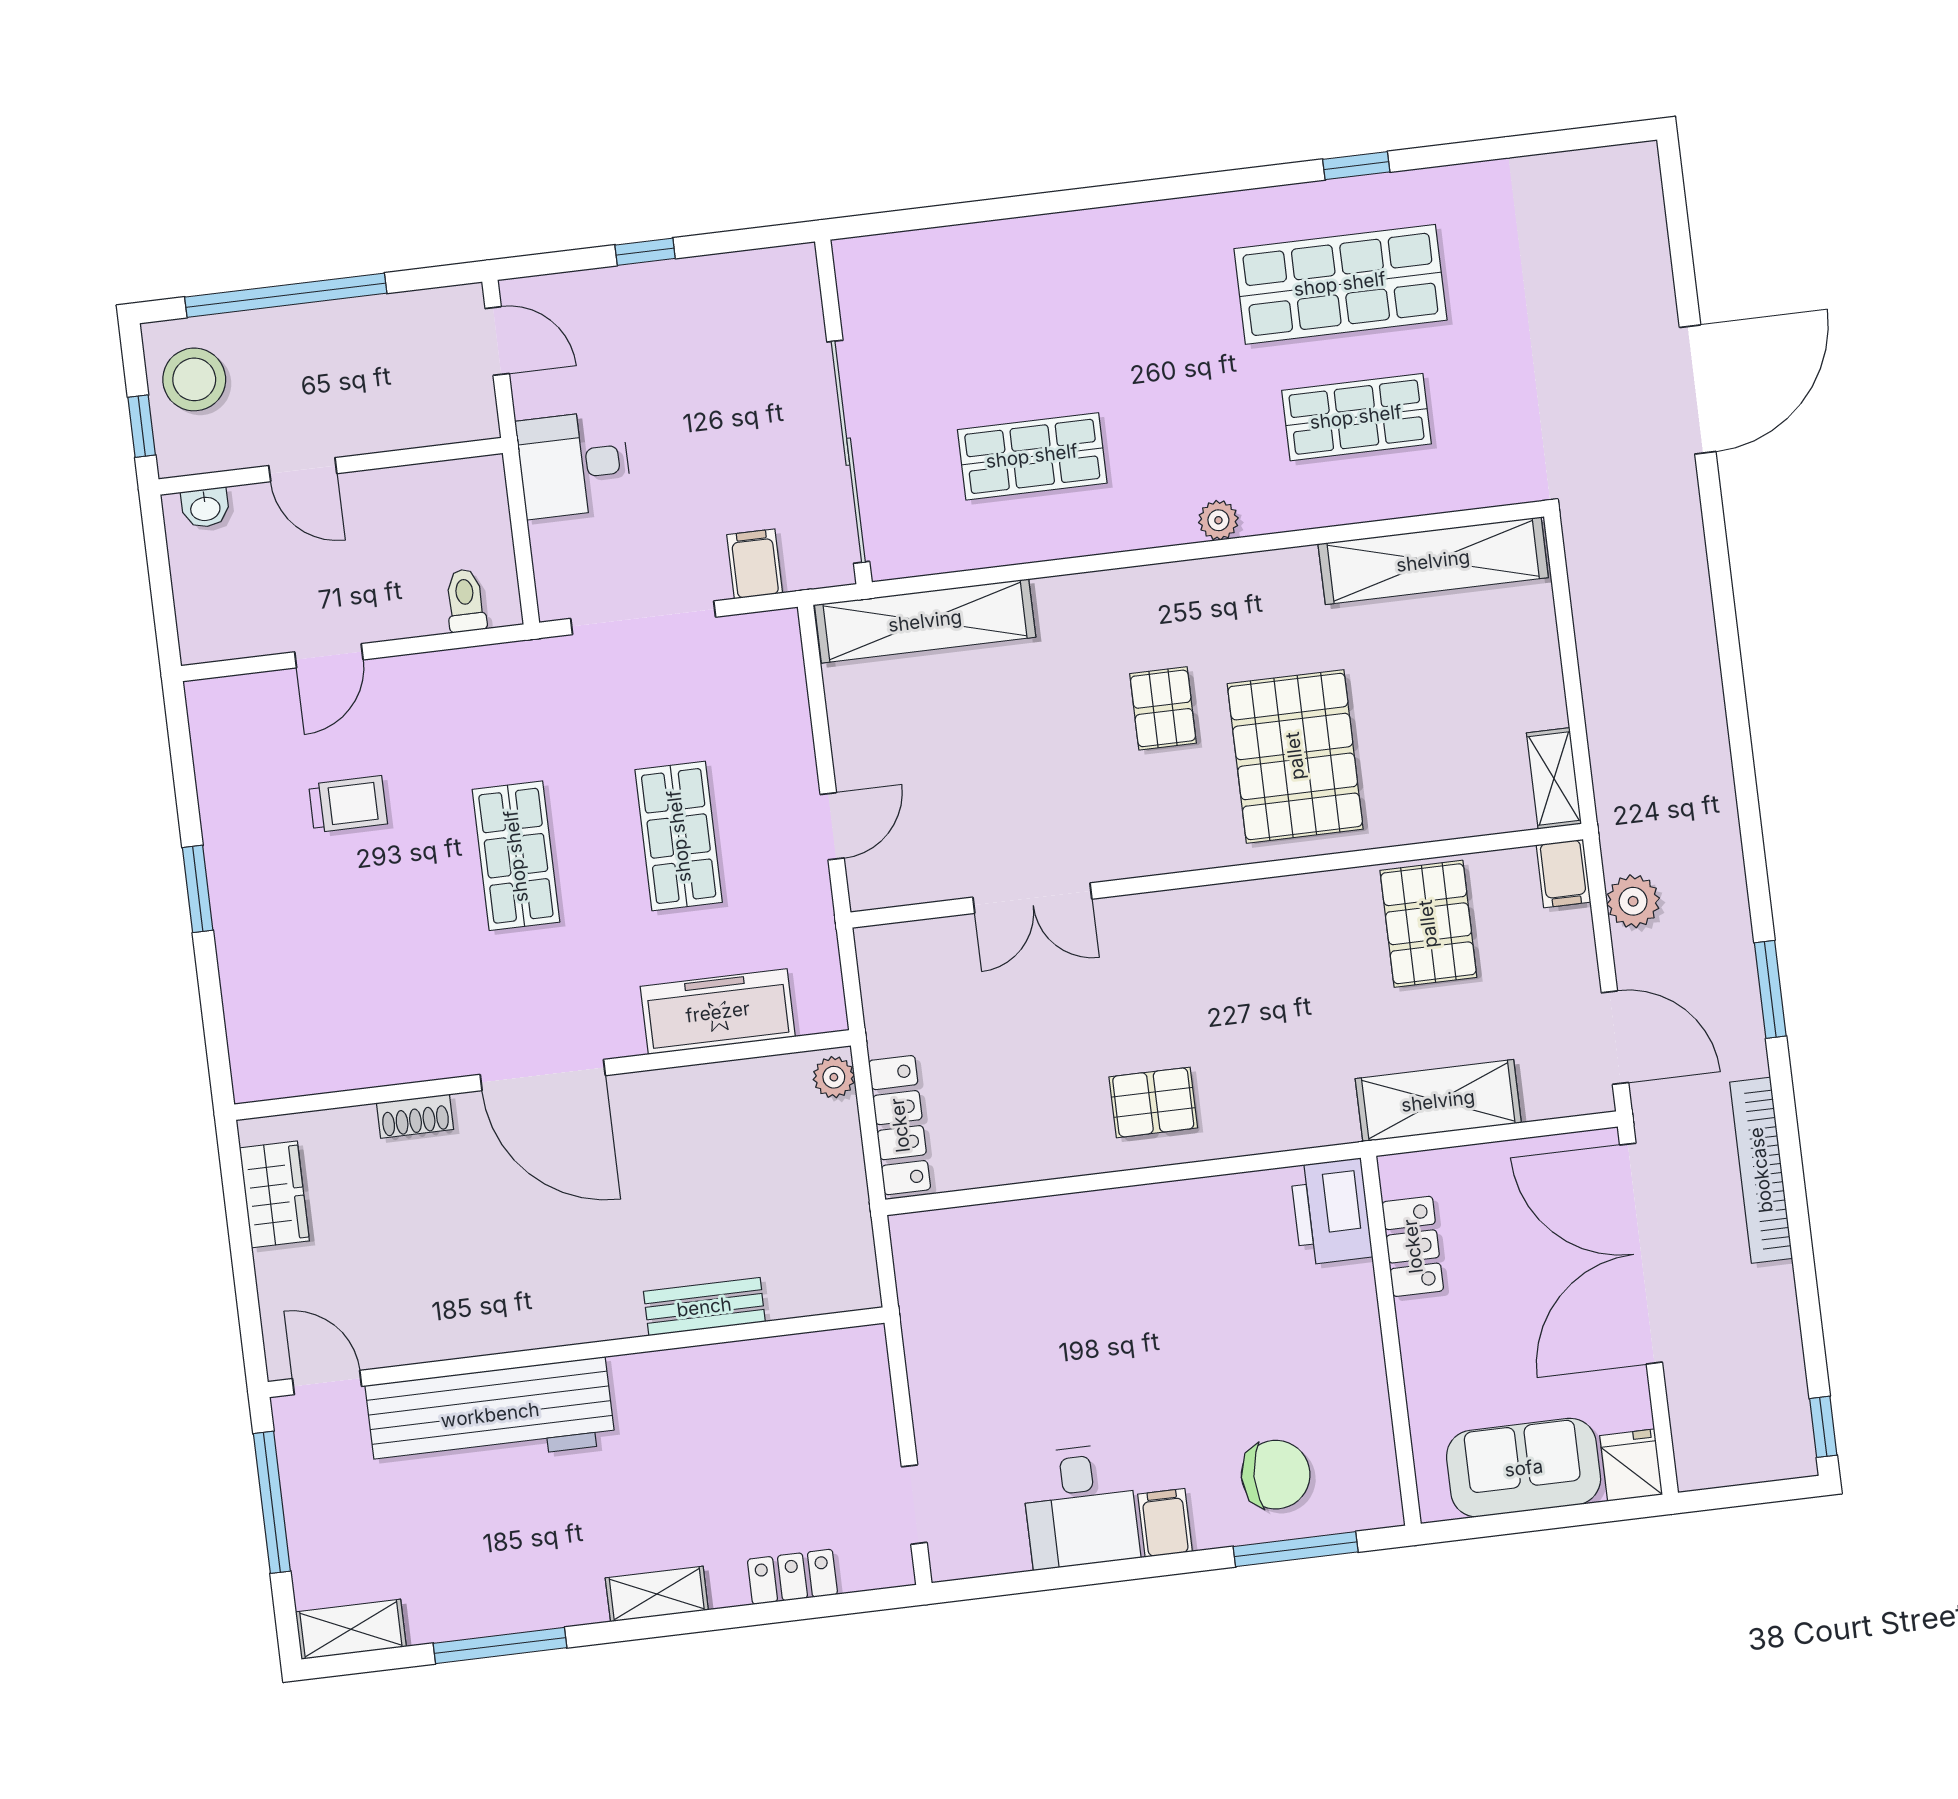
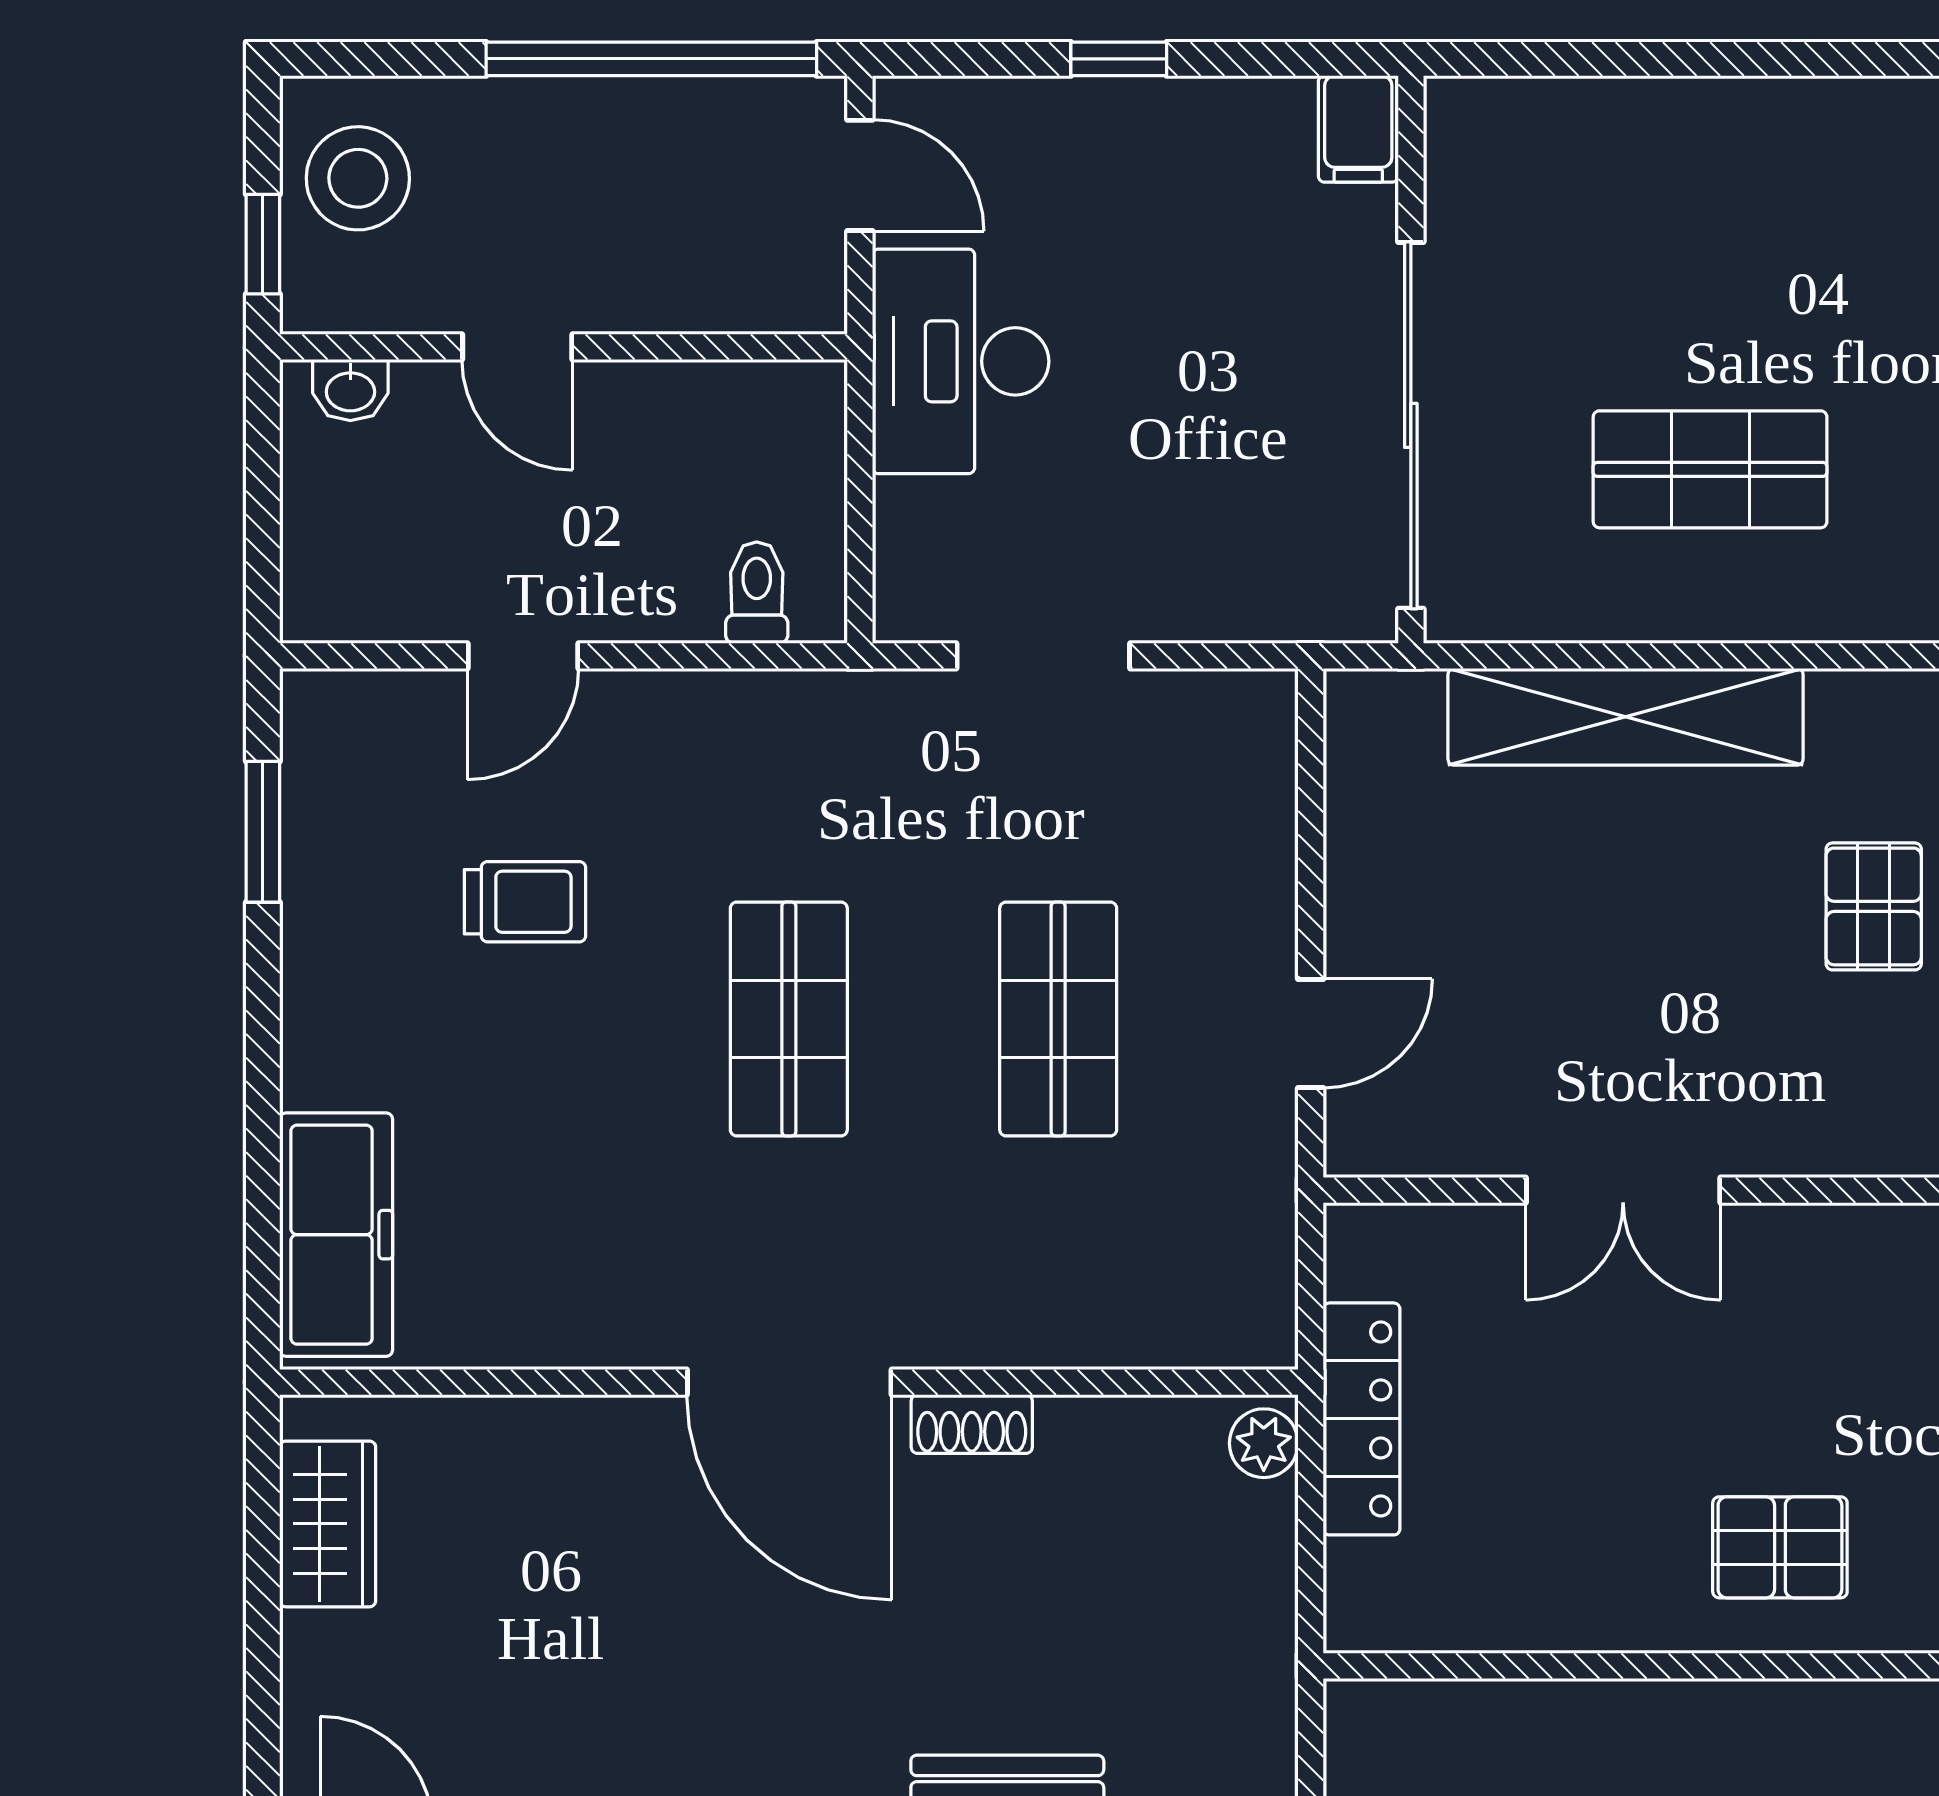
window: (286, 295) -> (651, 59), moved
desk: (574, 464) -> (961, 361), width x1.37
filing cabinet: (755, 564) -> (1358, 129), moved, turned 180
doorway: (643, 618) -> (1043, 656), width x0.73
shelving: (925, 621) -> (1626, 717), moved
window: (198, 889) -> (263, 832), moved
freezer: (718, 1012) -> (336, 1235), moved, turned 90
shoe rack: (415, 1116) -> (972, 1424), moved
locker: (900, 1125) -> (1362, 1419), moved

